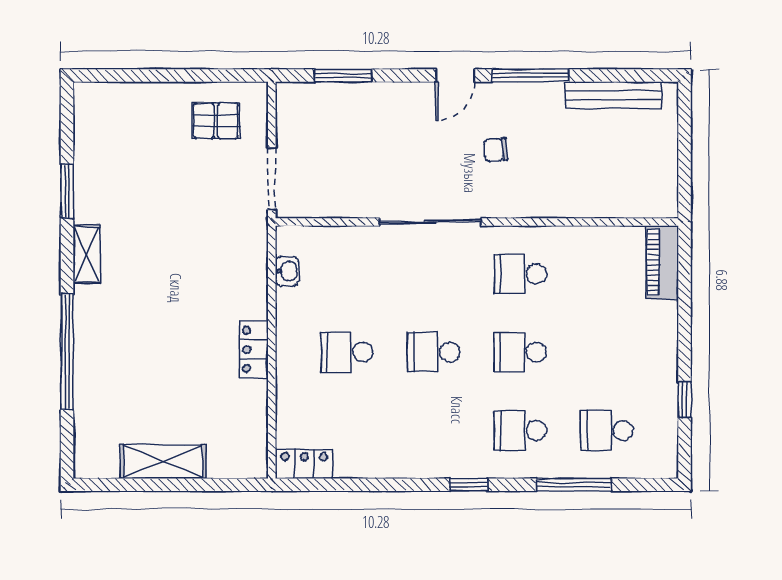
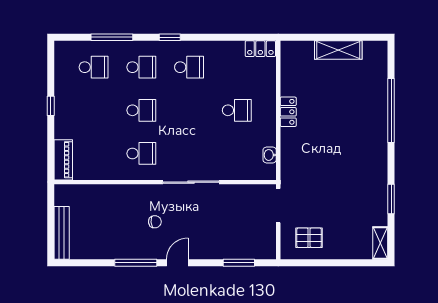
bench: (613, 95) -> (62, 233), moved, turned 90
shelving: (87, 254) -> (380, 243), moved
school desk: (434, 352) -> (189, 67), moved
window: (685, 400) -> (51, 106), moved

